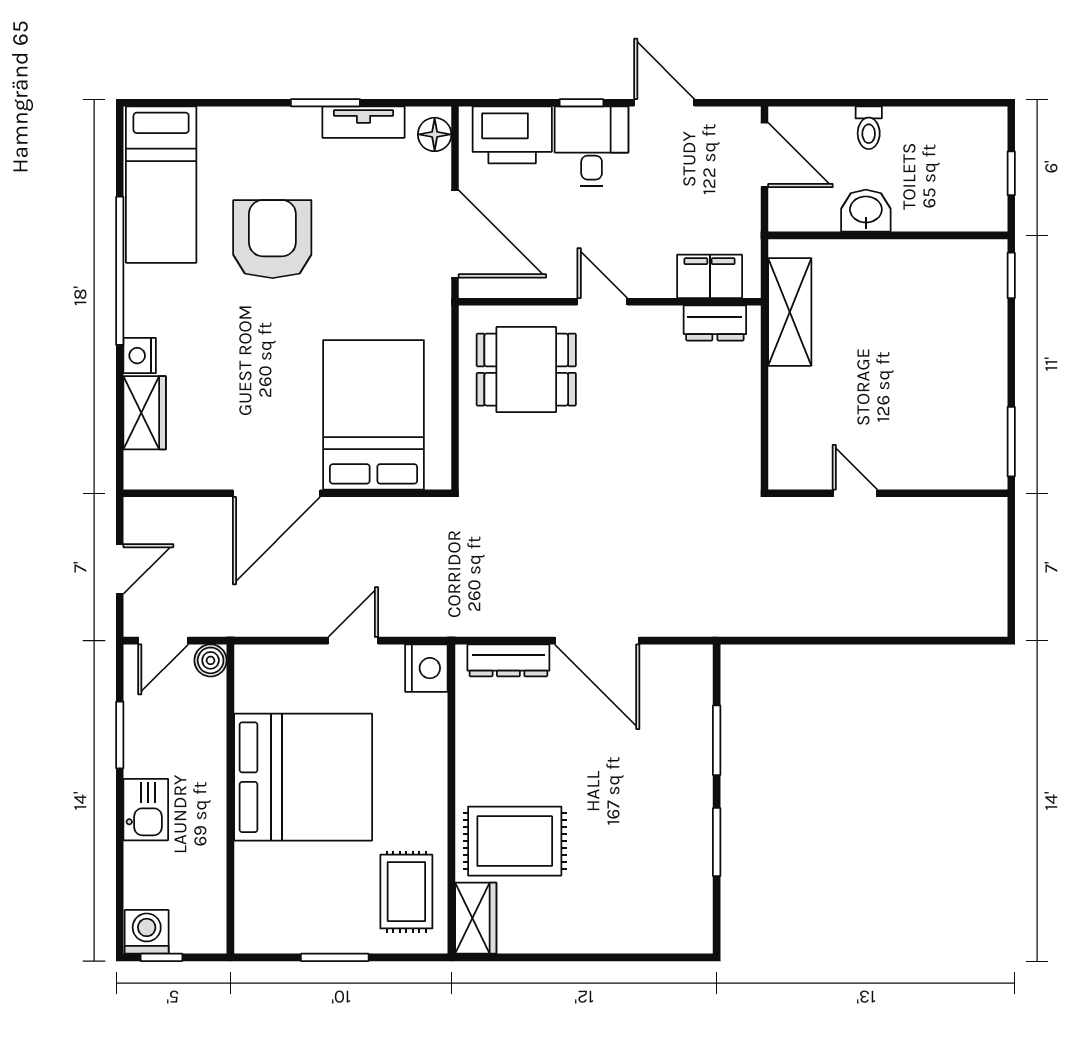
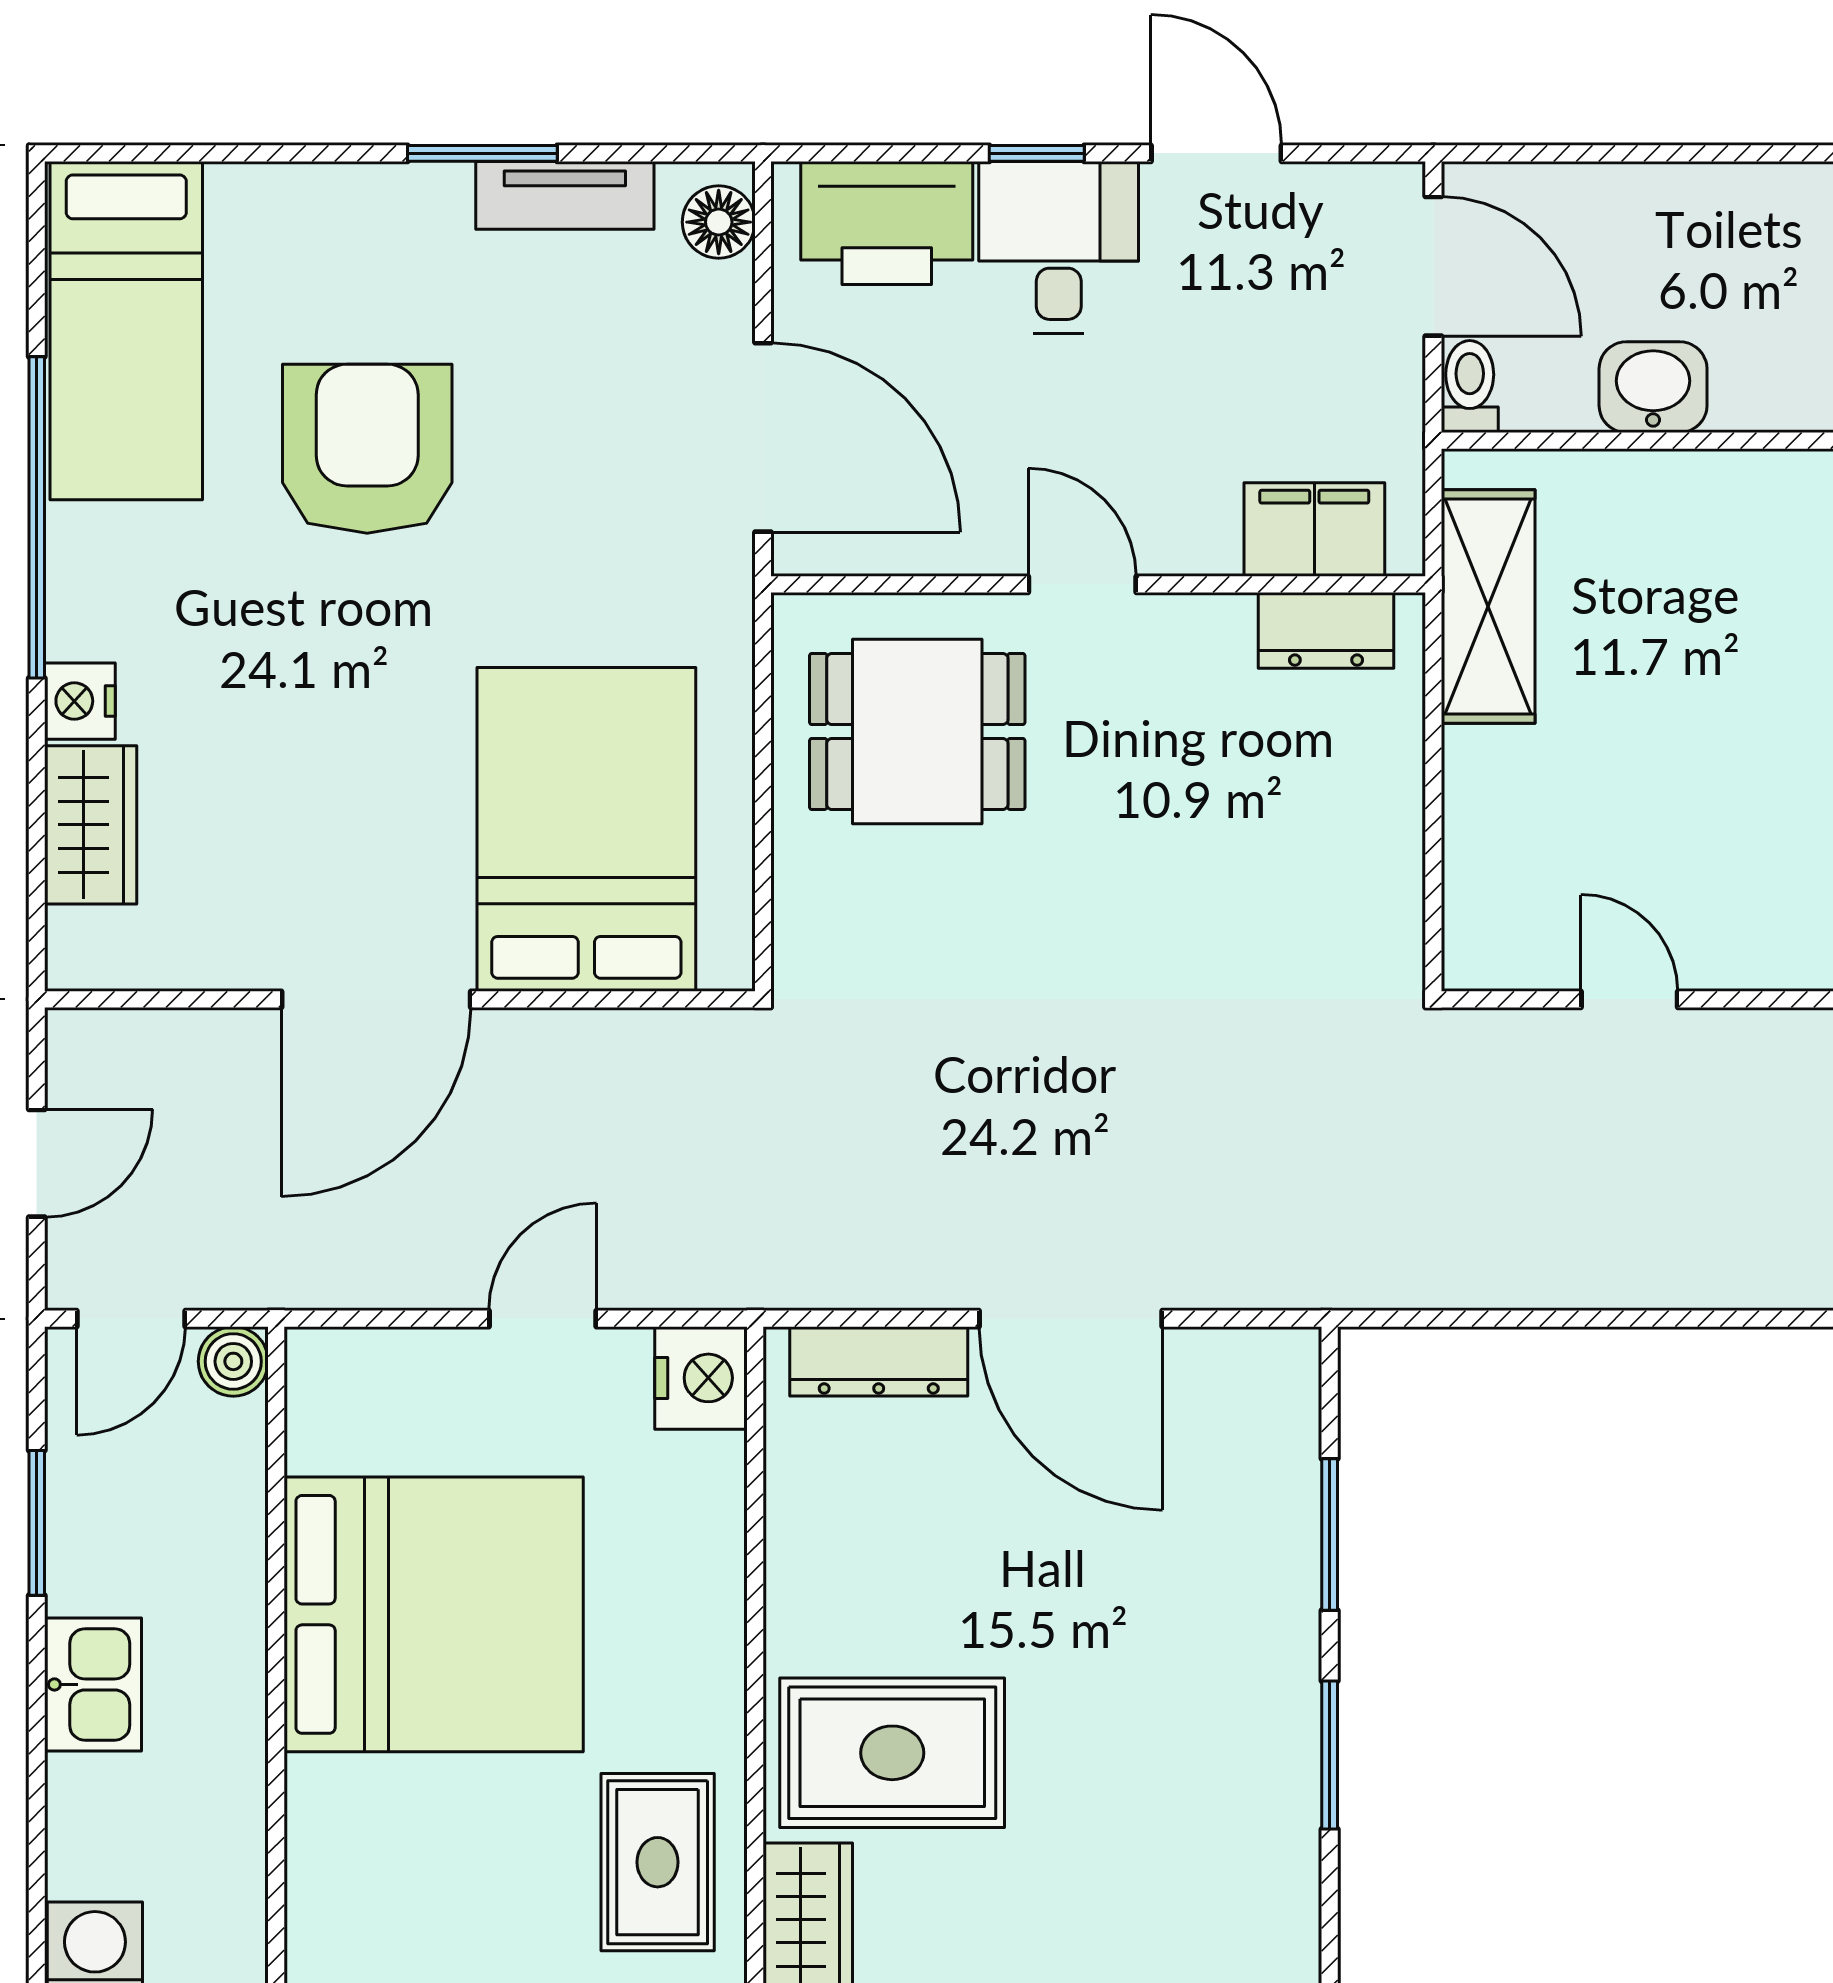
toilet: (869, 128) -> (1470, 387), moved, turned 180

